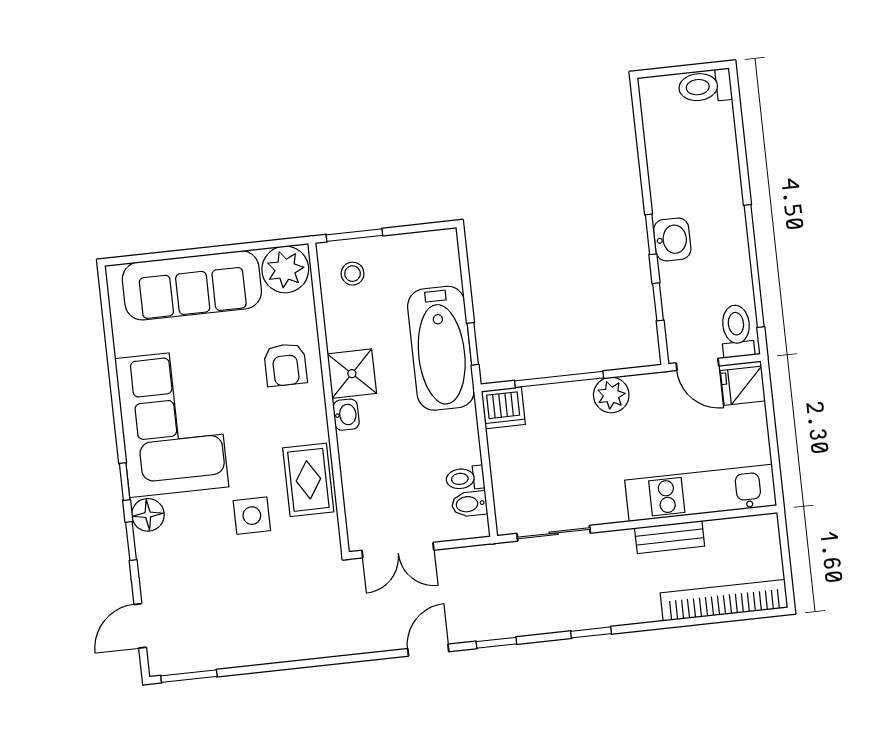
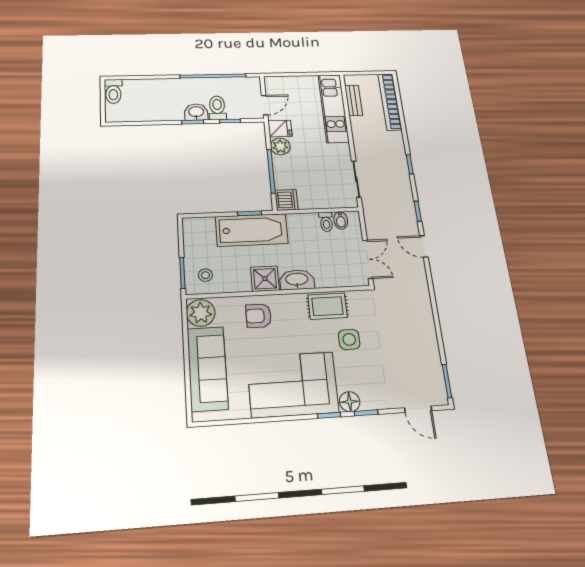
toilet: (737, 331) -> (217, 108), moved, turned 90
armchair: (285, 365) -> (259, 316), turned 180
fridge: (743, 386) -> (280, 128), moved, turned -90
washbasin: (346, 415) -> (297, 280), width x1.91, depth x1.45
bench: (670, 537) -> (354, 100), moved

